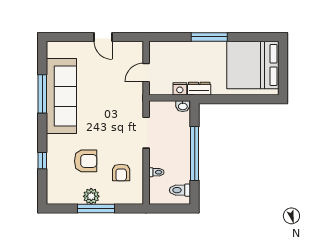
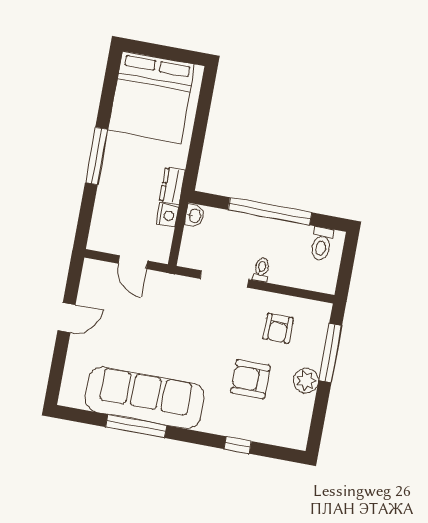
armchair: (86, 161) -> (250, 379), turned -90
armchair: (121, 172) -> (278, 328), turned 90
toilet: (156, 172) -> (261, 270), moved
window: (96, 209) -> (330, 353), moved

